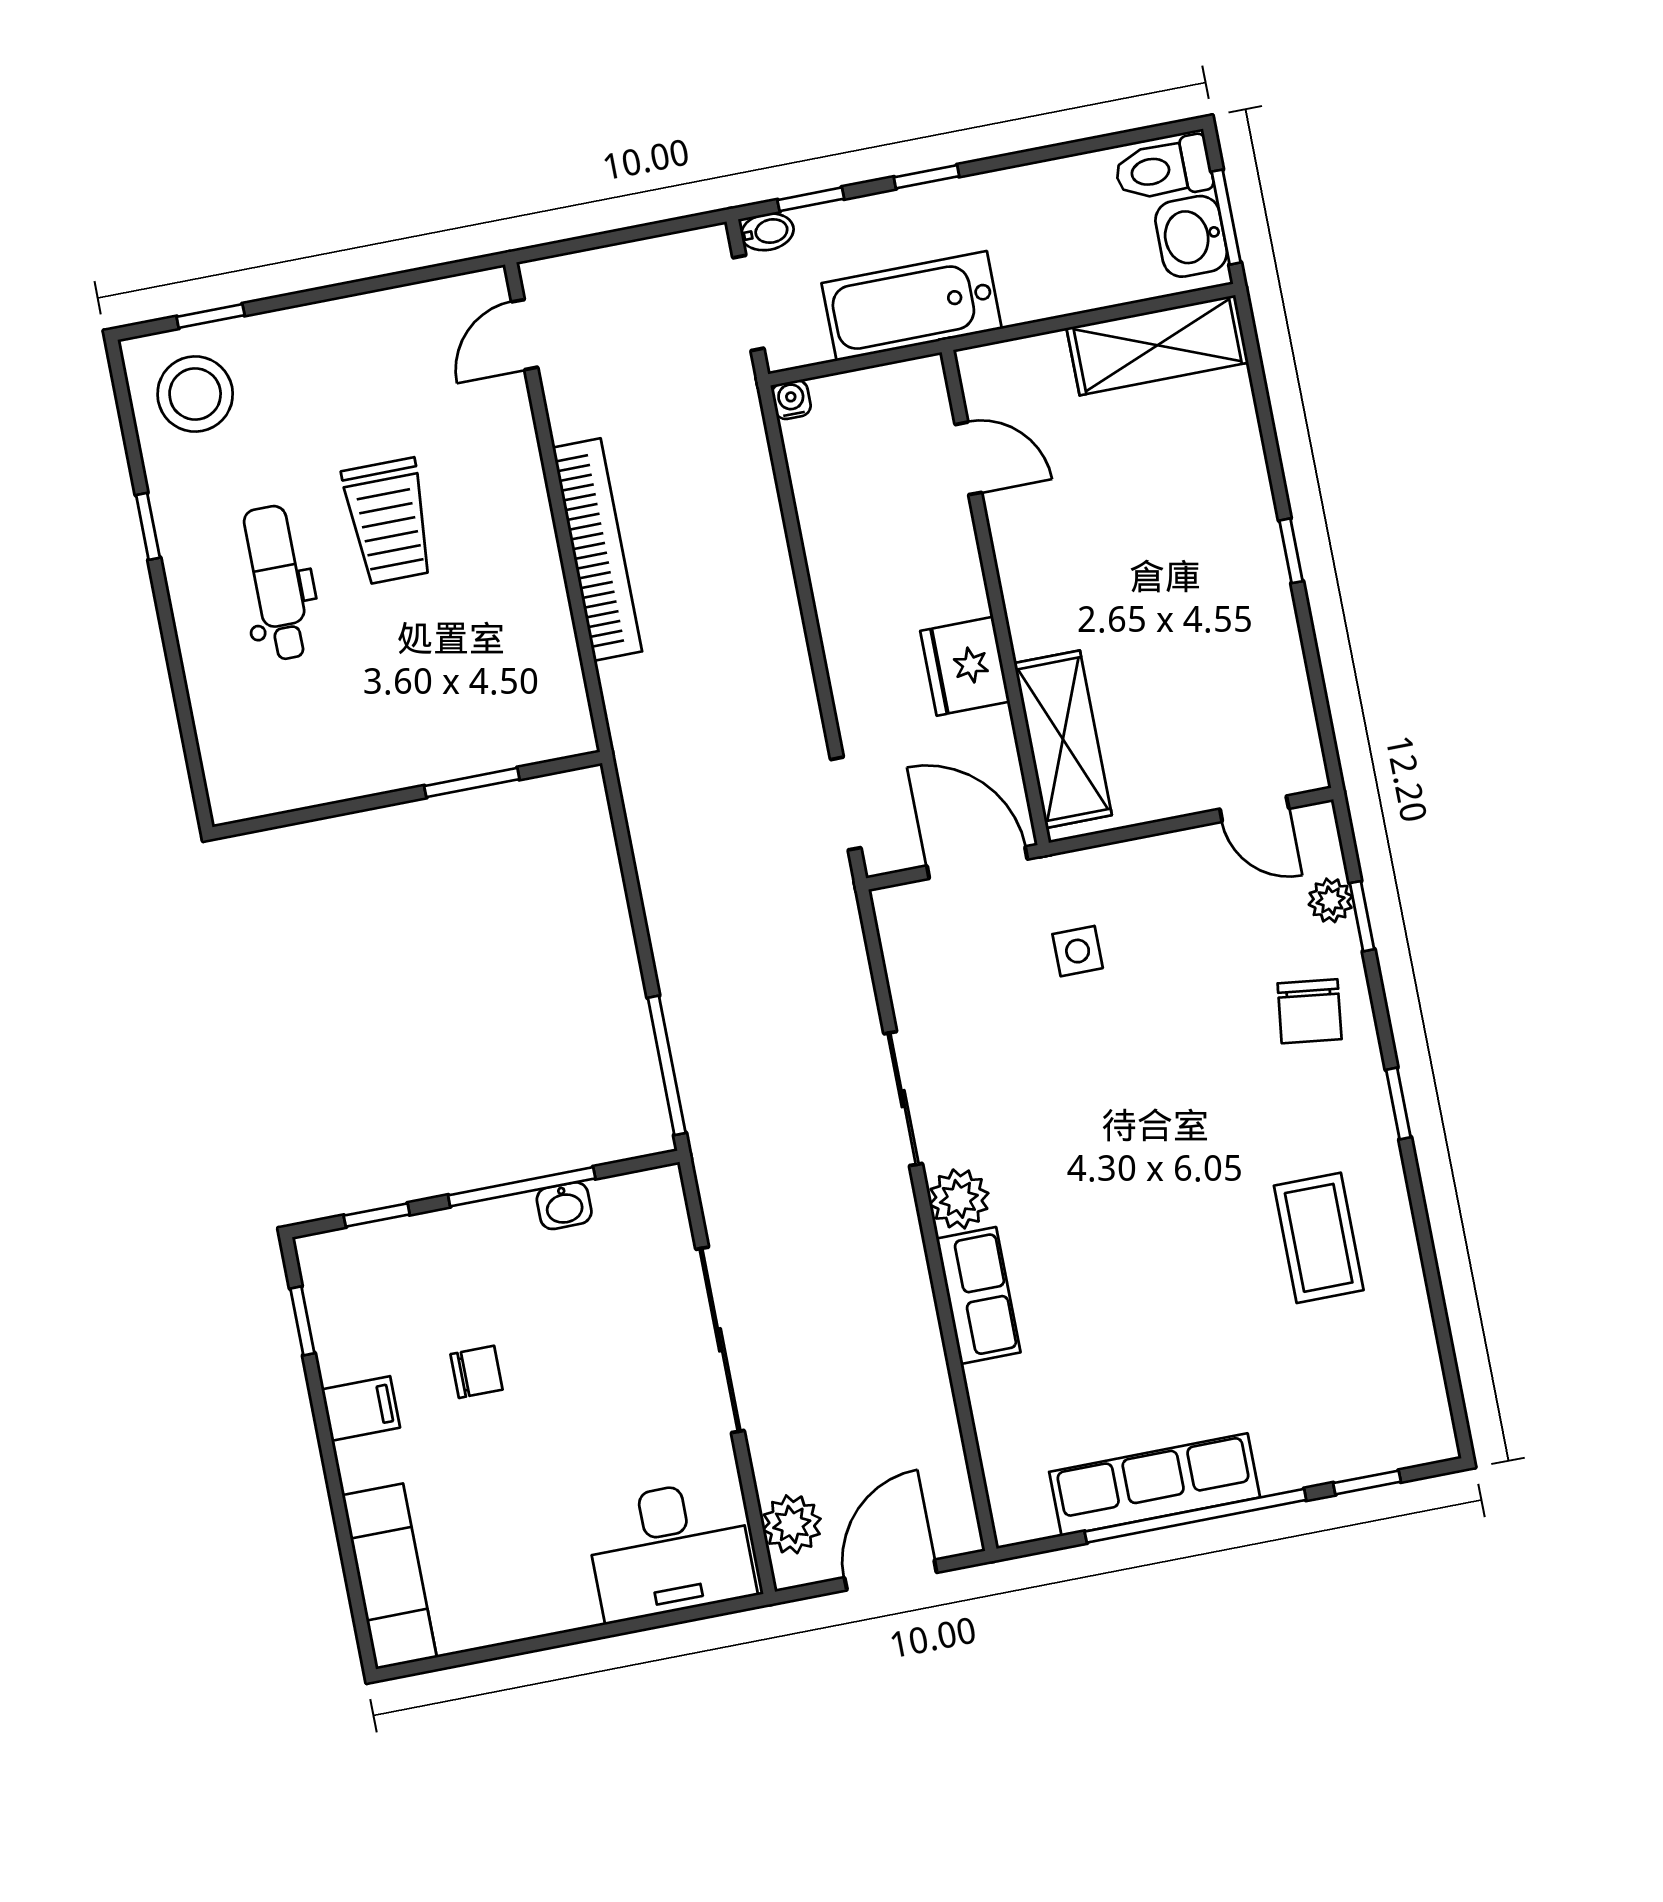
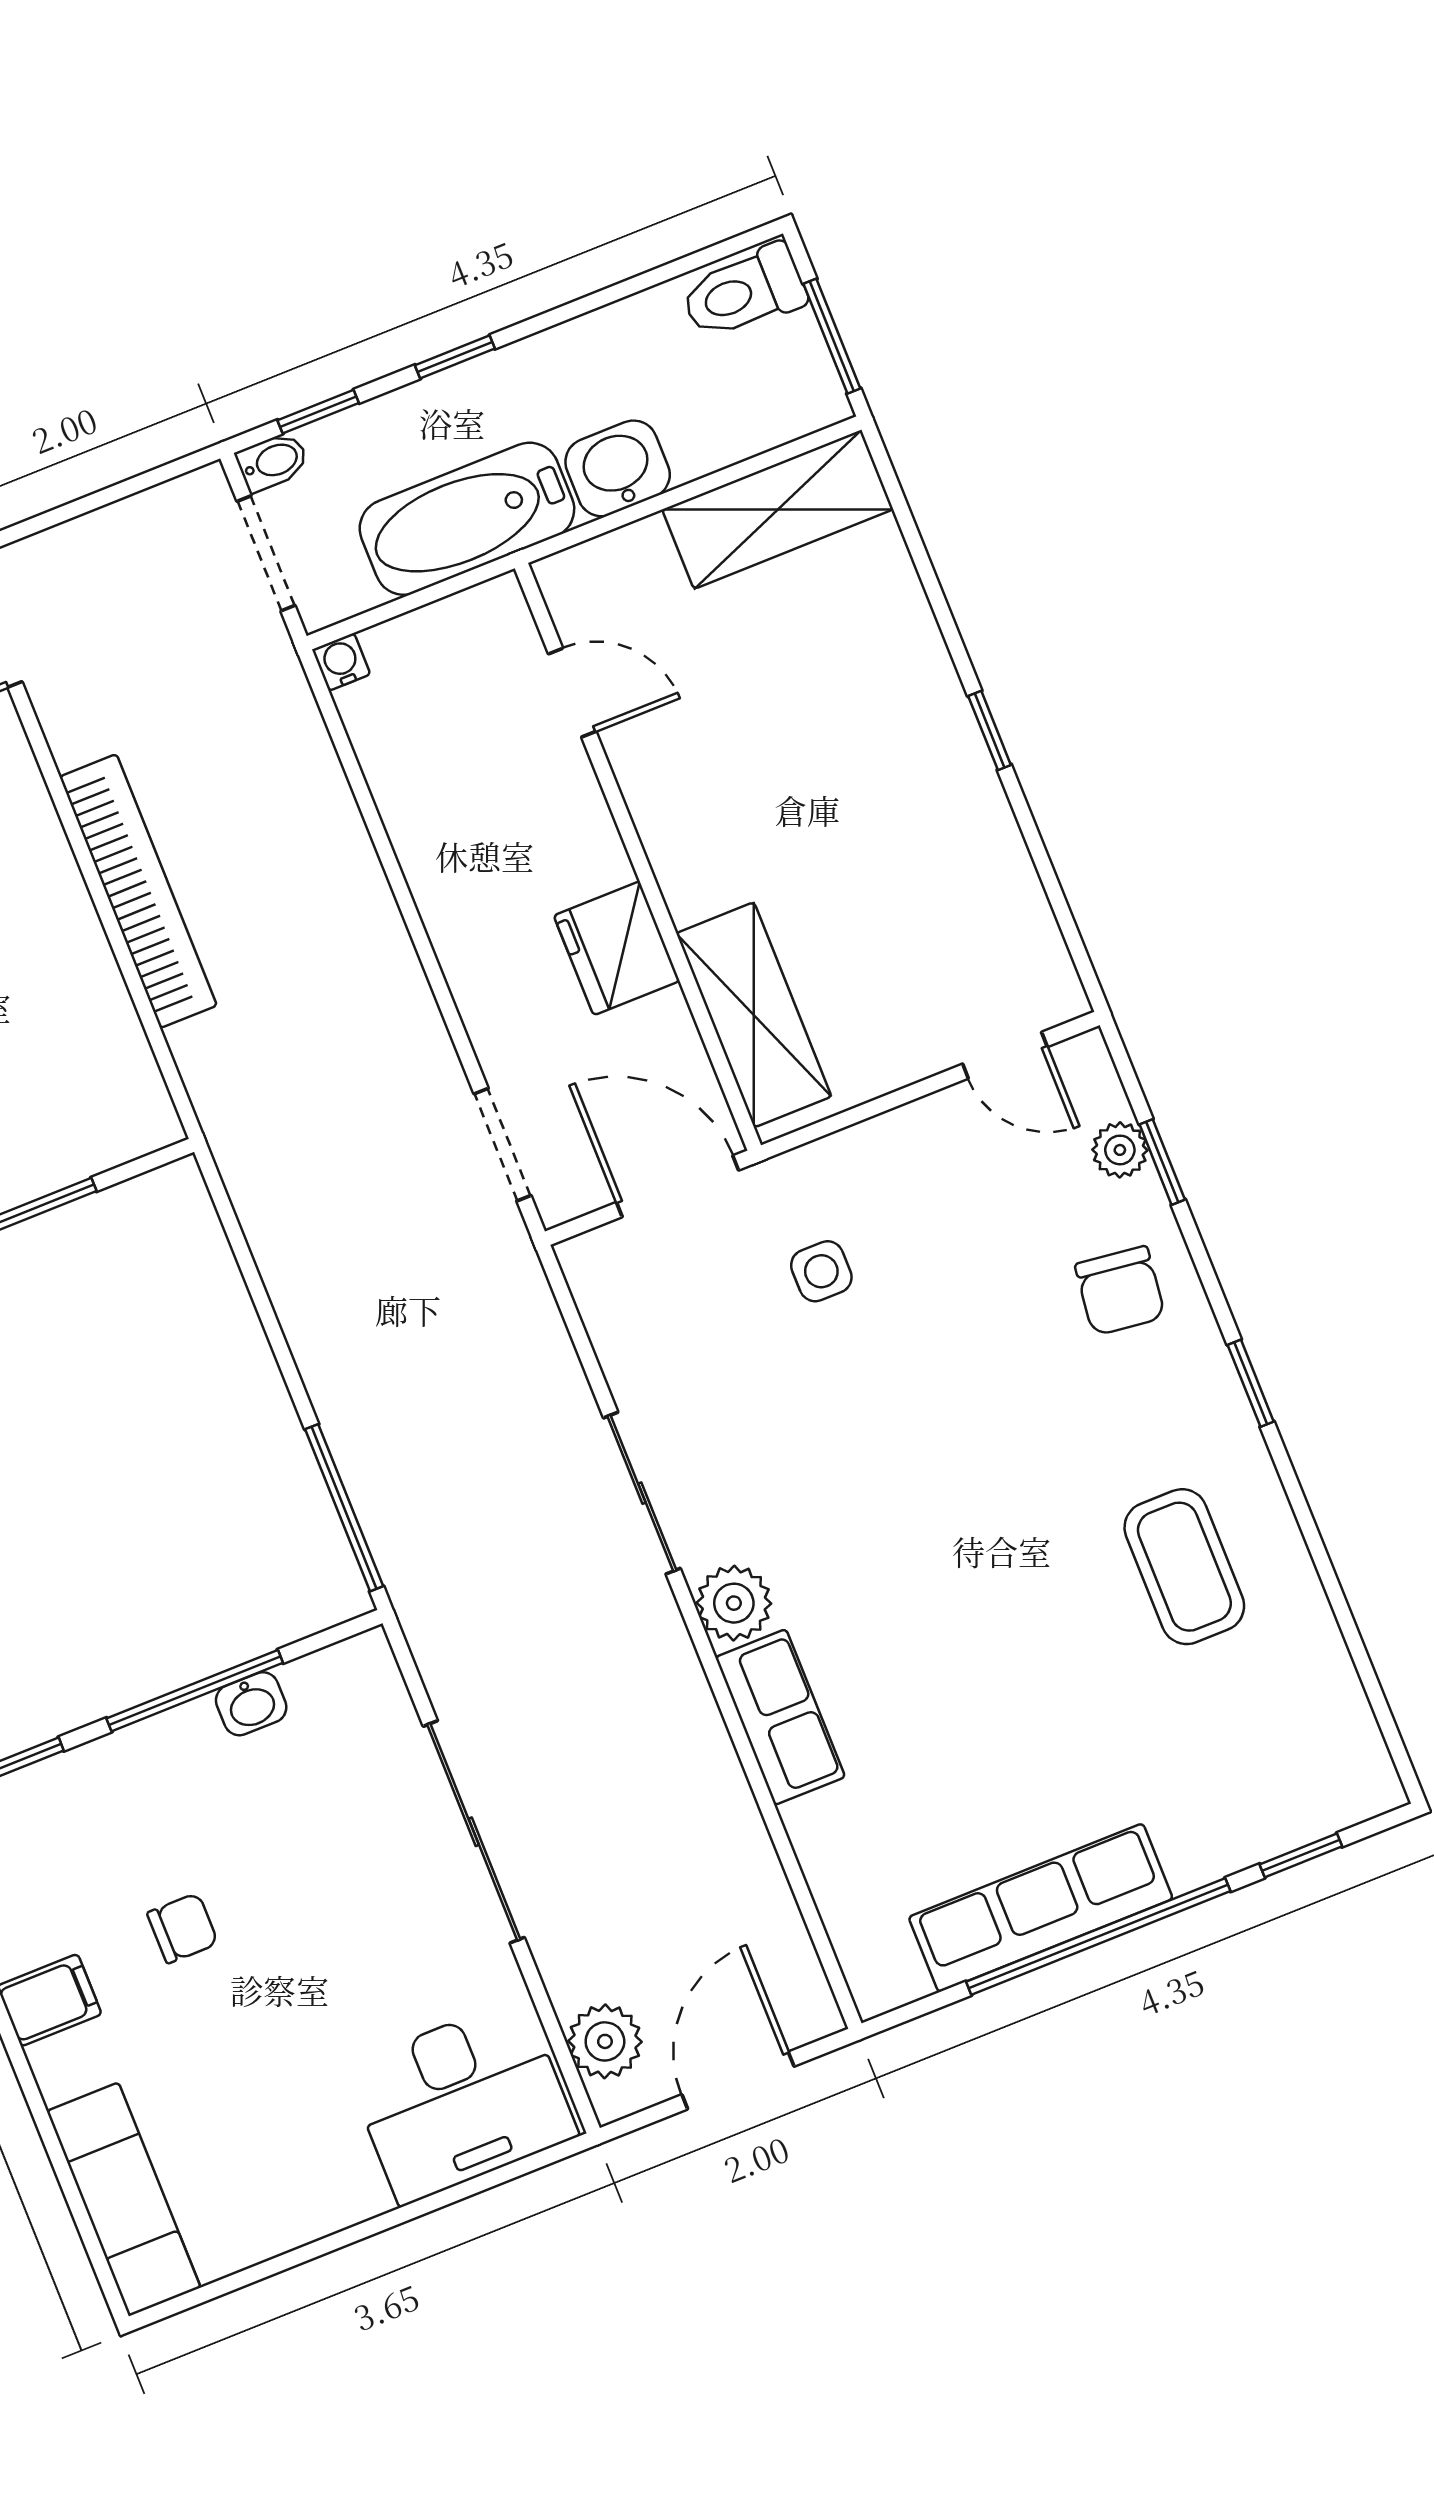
washbasin: (1191, 236) -> (618, 468), moved, turned 90

